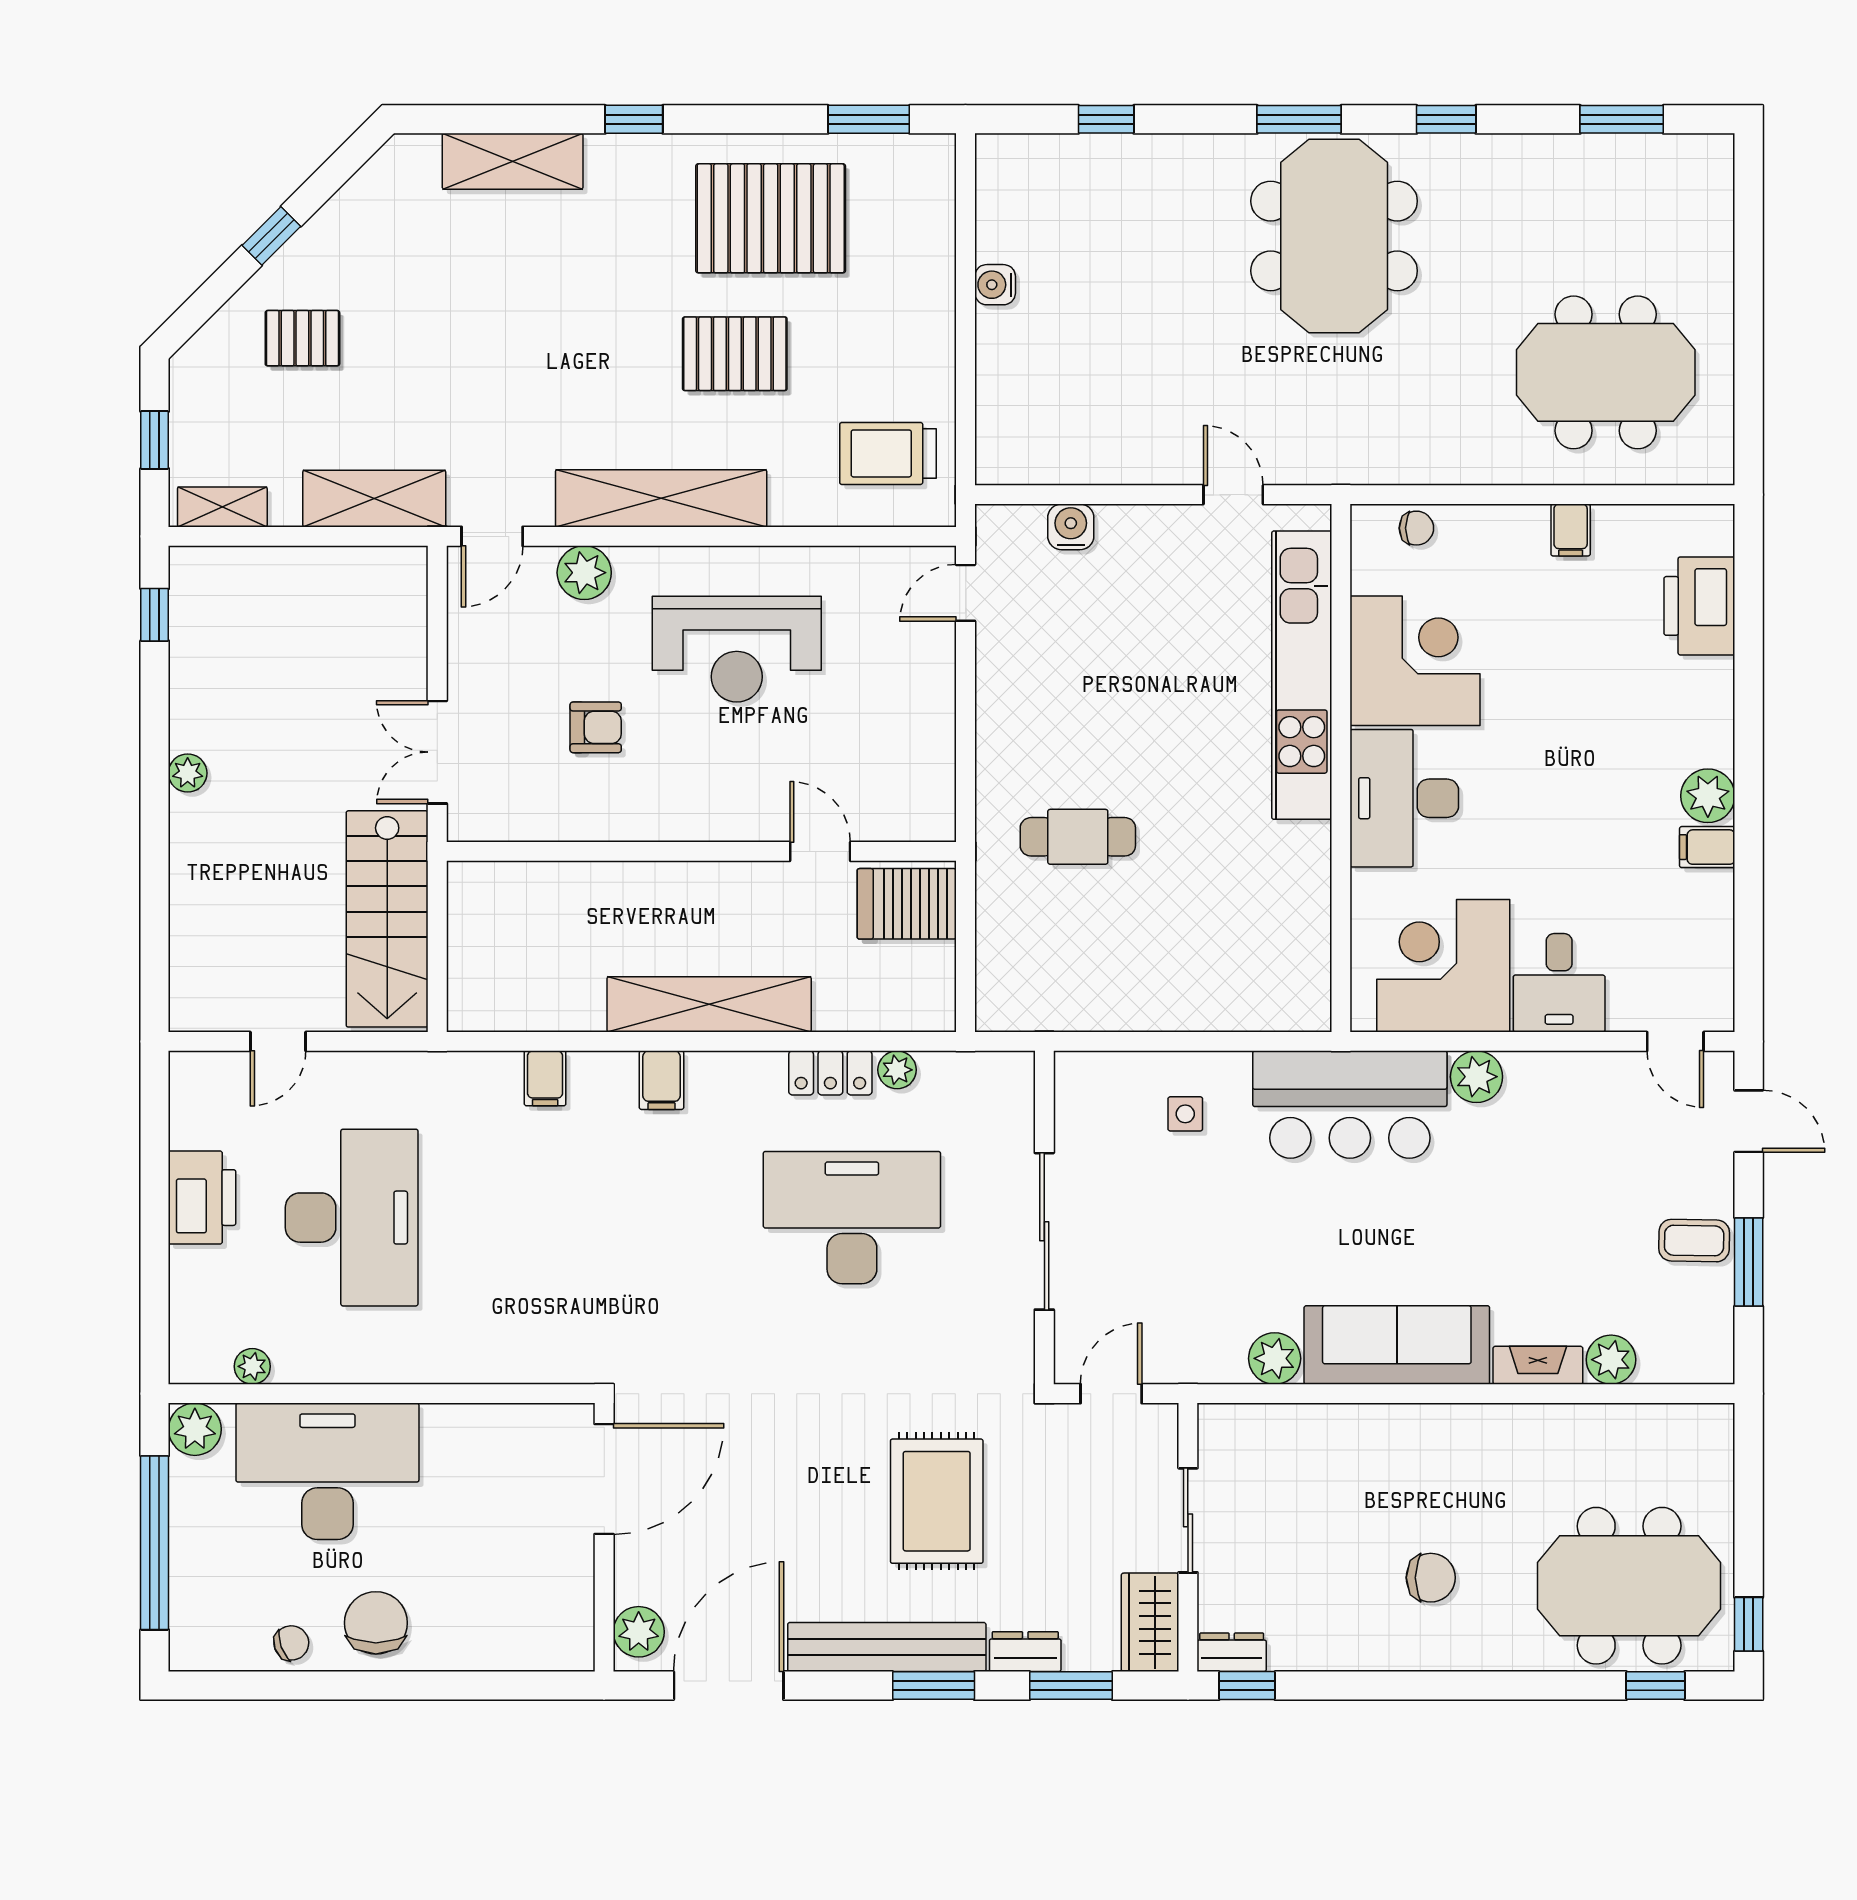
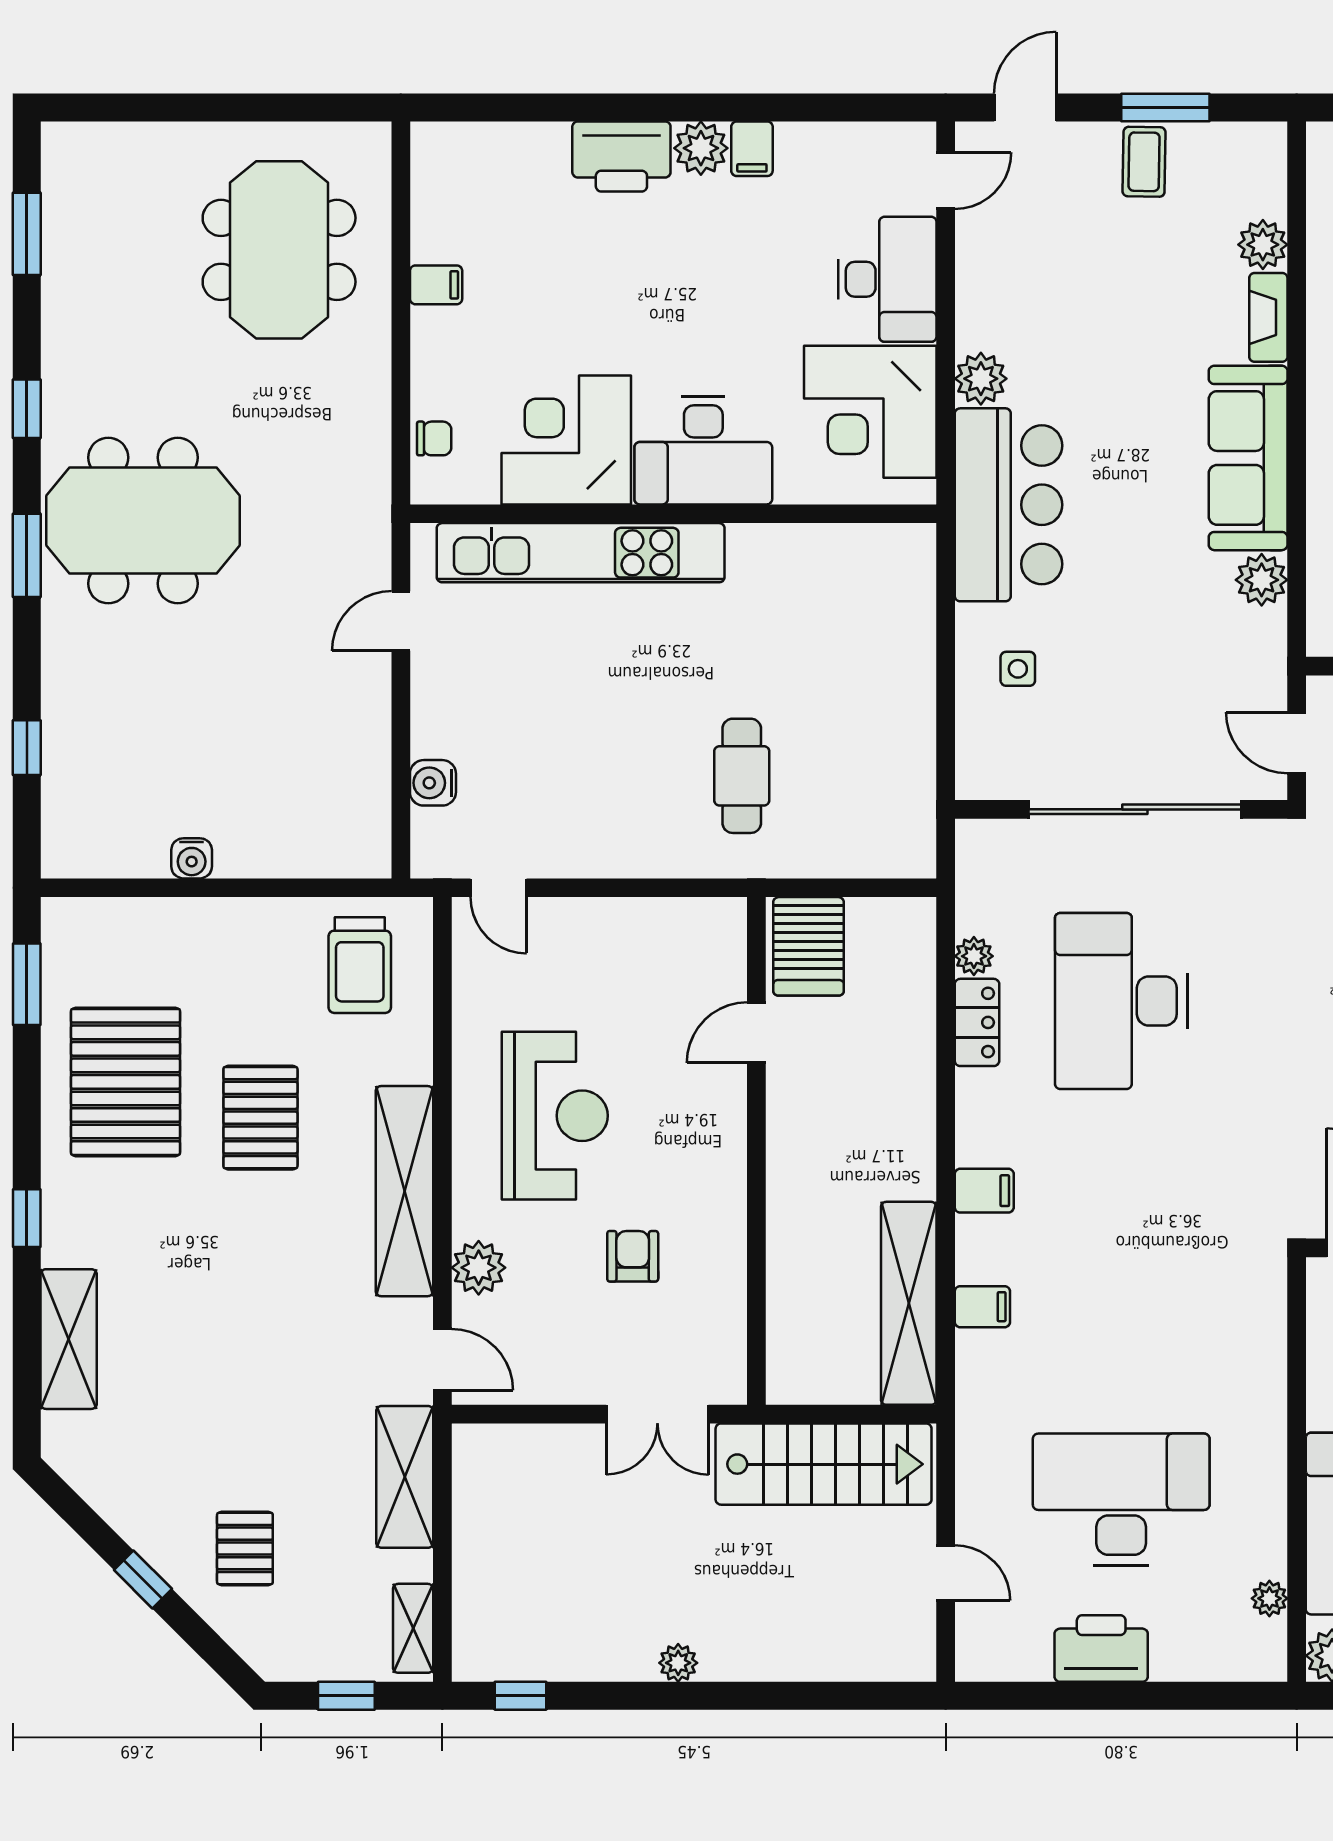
chair: (1416, 528) -> (434, 438), turned 90
printer: (1699, 606) -> (621, 156), moved
desk: (1559, 983) -> (887, 279), width x1.37
shelving: (709, 1004) -> (909, 1303), moved
sliding door: (1044, 1231) -> (1135, 809), width x1.36

